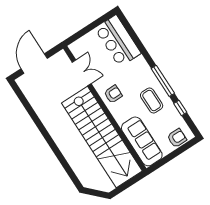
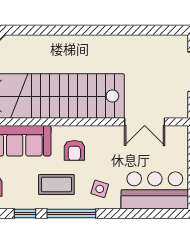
side table: (138, 74) -> (100, 189), added
armchair: (113, 94) -> (74, 150), moved

